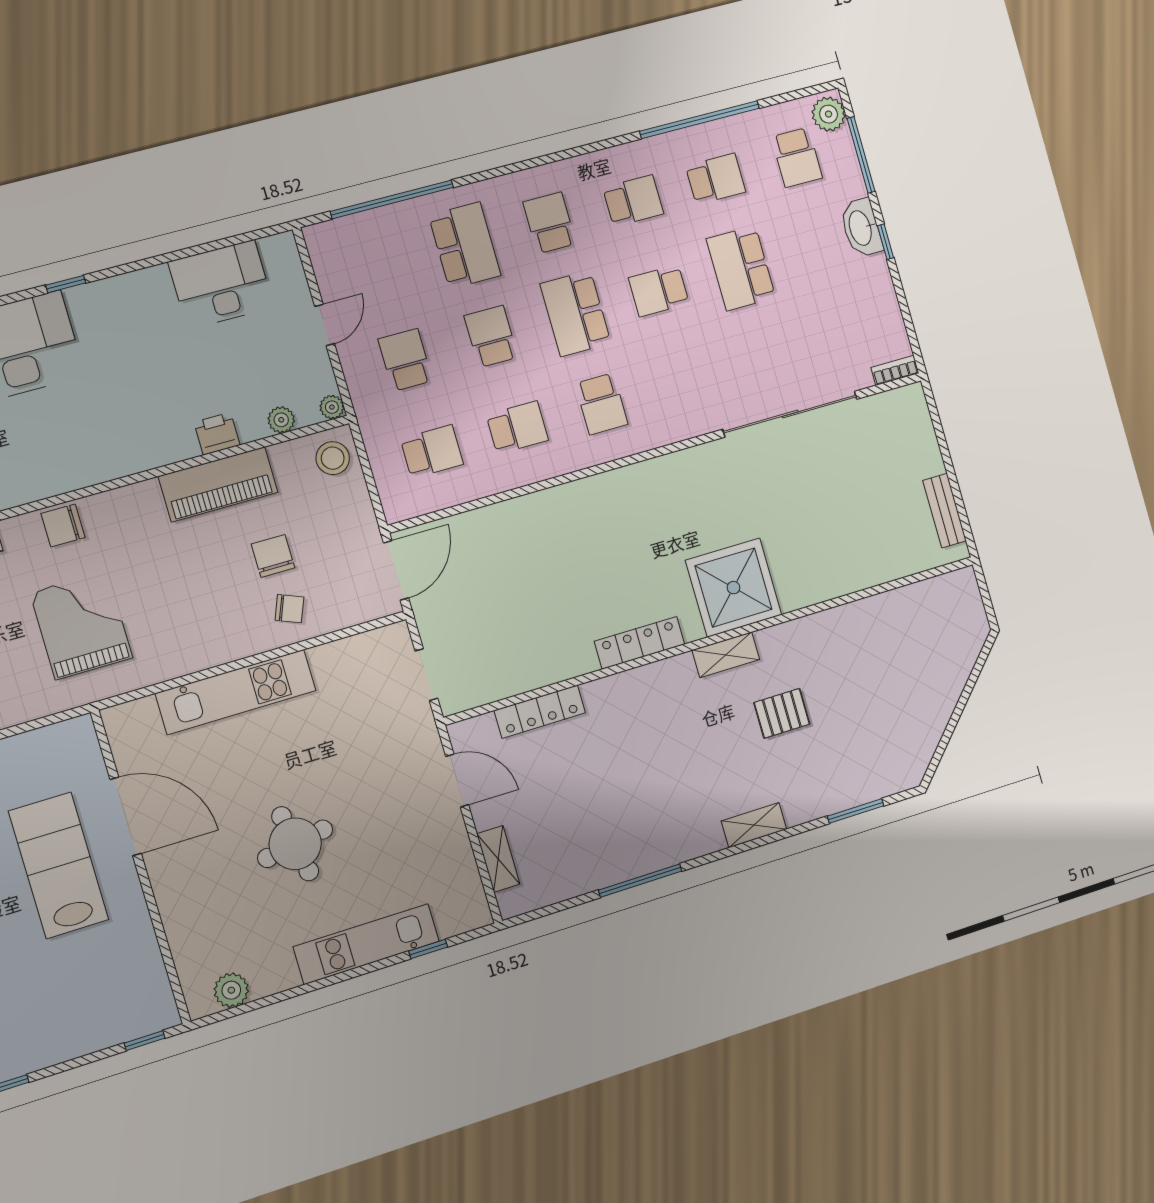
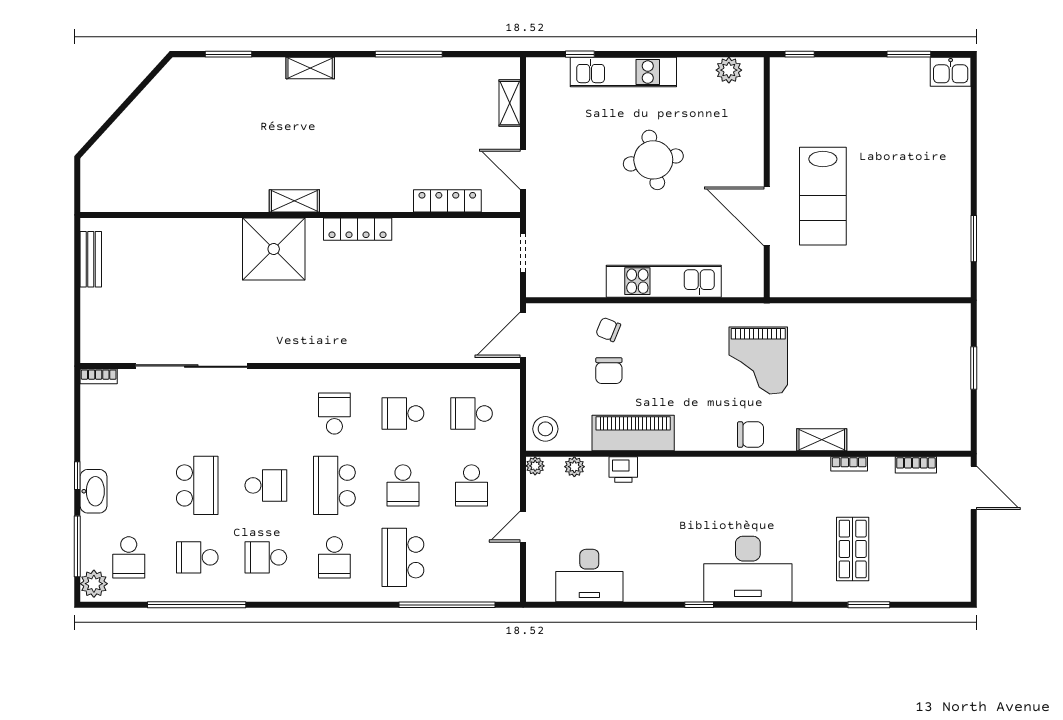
school desk: (797, 157) -> (129, 557), turned 180
school desk: (576, 313) -> (334, 485), turned 180
pallet: (782, 713) -> (264, 144), removed

